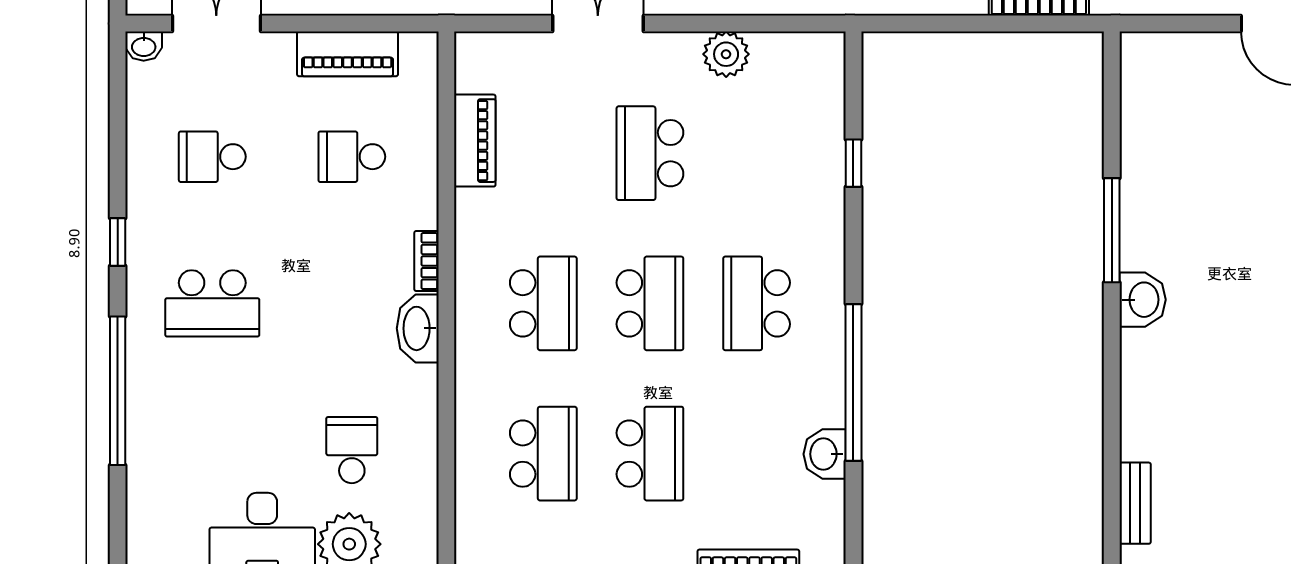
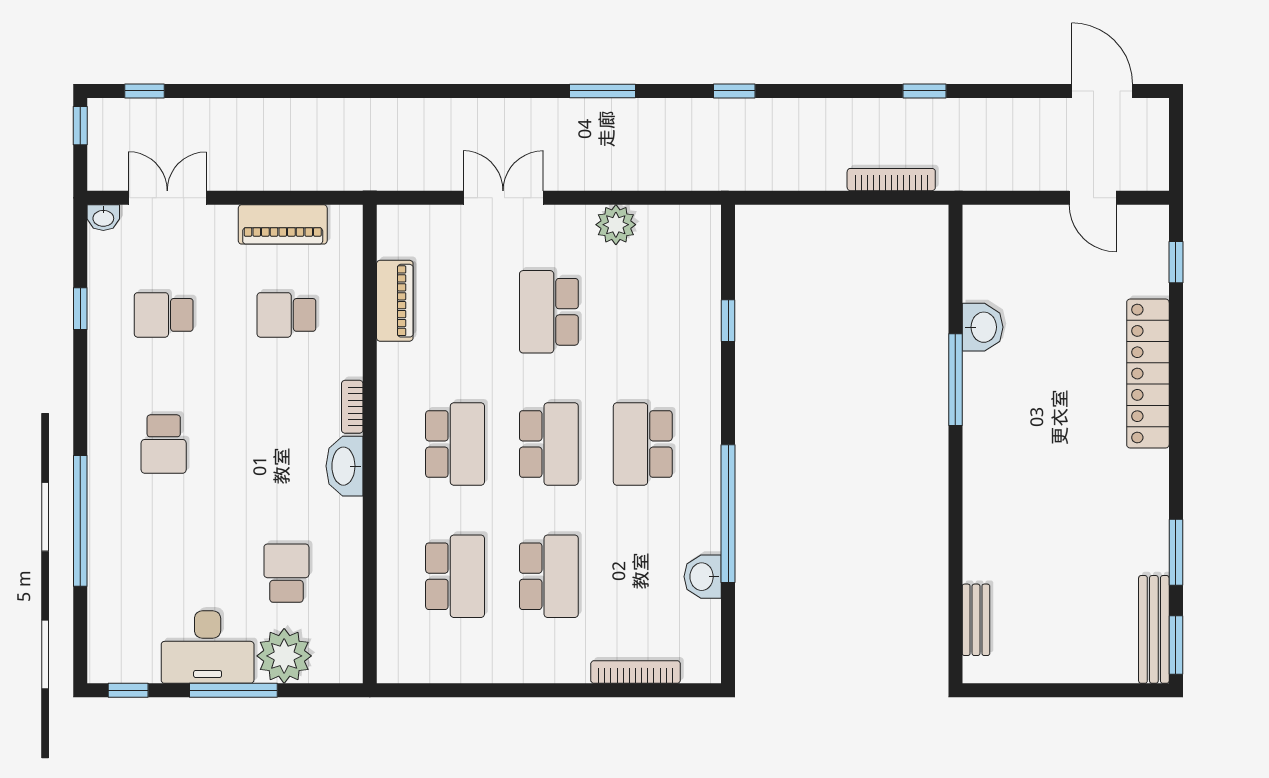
window: (118, 242) -> (80, 309), moved
washbasin: (1143, 300) -> (983, 327), moved
school desk: (212, 303) -> (164, 444), width x0.54

